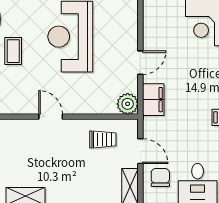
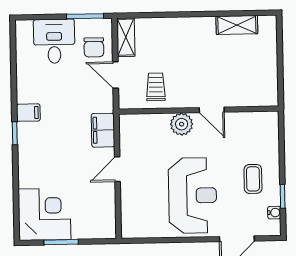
plant: (128, 104) -> (182, 124), moved
trolley: (103, 139) -> (156, 87), turned 90

